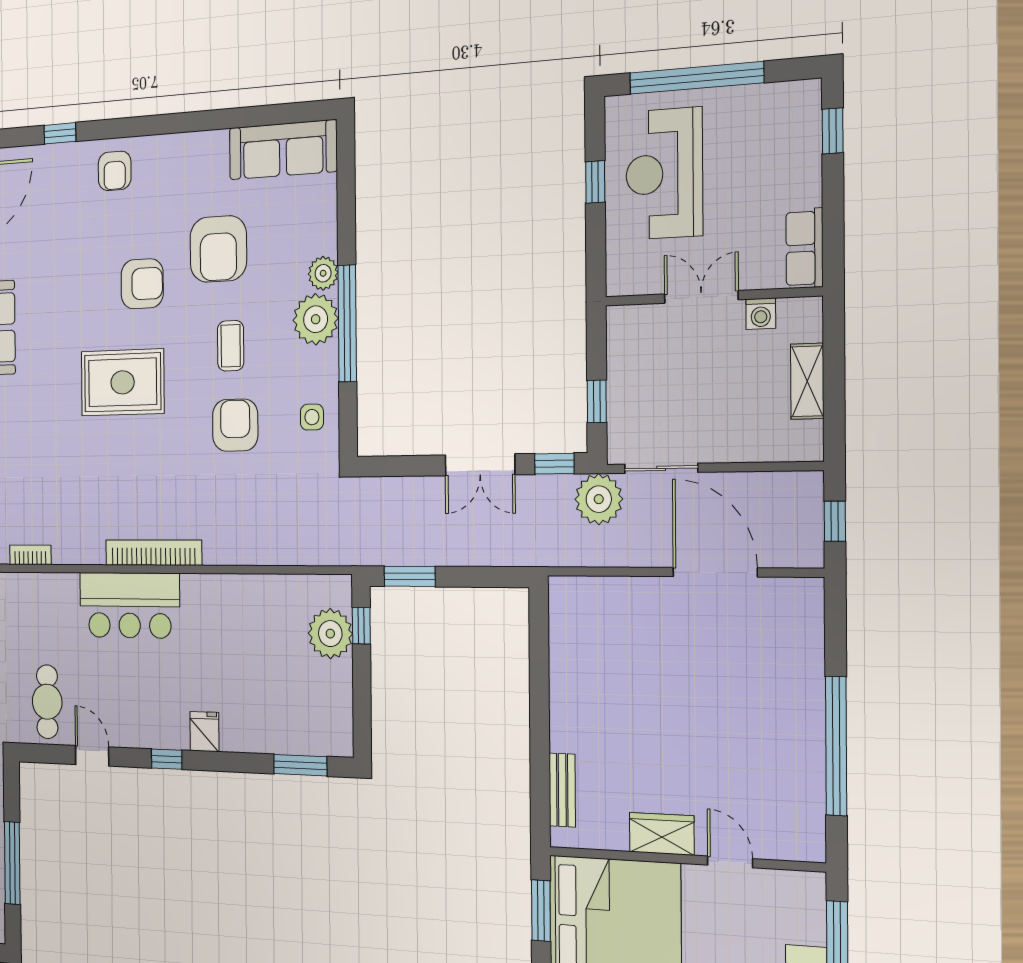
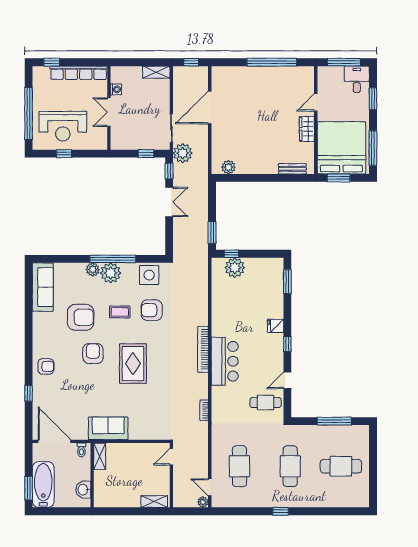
row of seats: (804, 248) -> (79, 73), width x2.02
shelving: (807, 381) -> (156, 72), moved
side table: (312, 417) -> (149, 275), width x1.87, depth x1.87
plant: (565, 621) -> (228, 167), added

